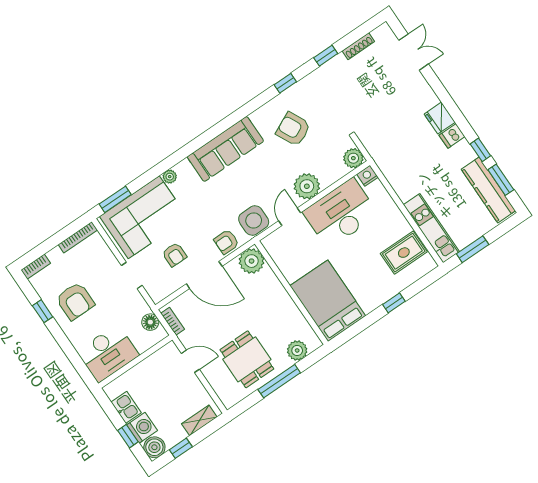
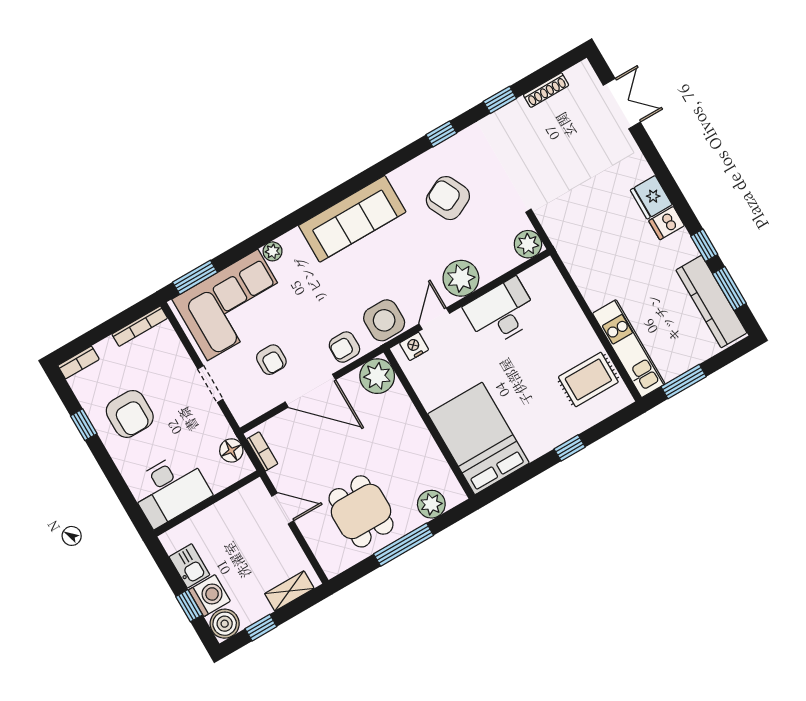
nightstand: (367, 176) -> (414, 346), moved
desk: (341, 213) -> (501, 313), width x0.73, depth x0.77

